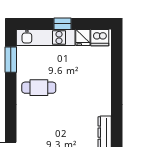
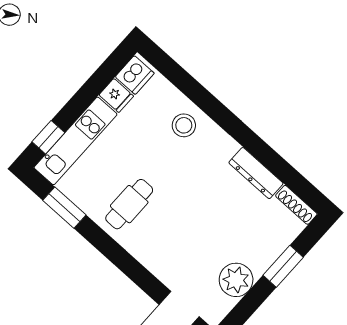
window: (63, 24) -> (48, 137), moved
stool: (97, 80) -> (184, 125), added

